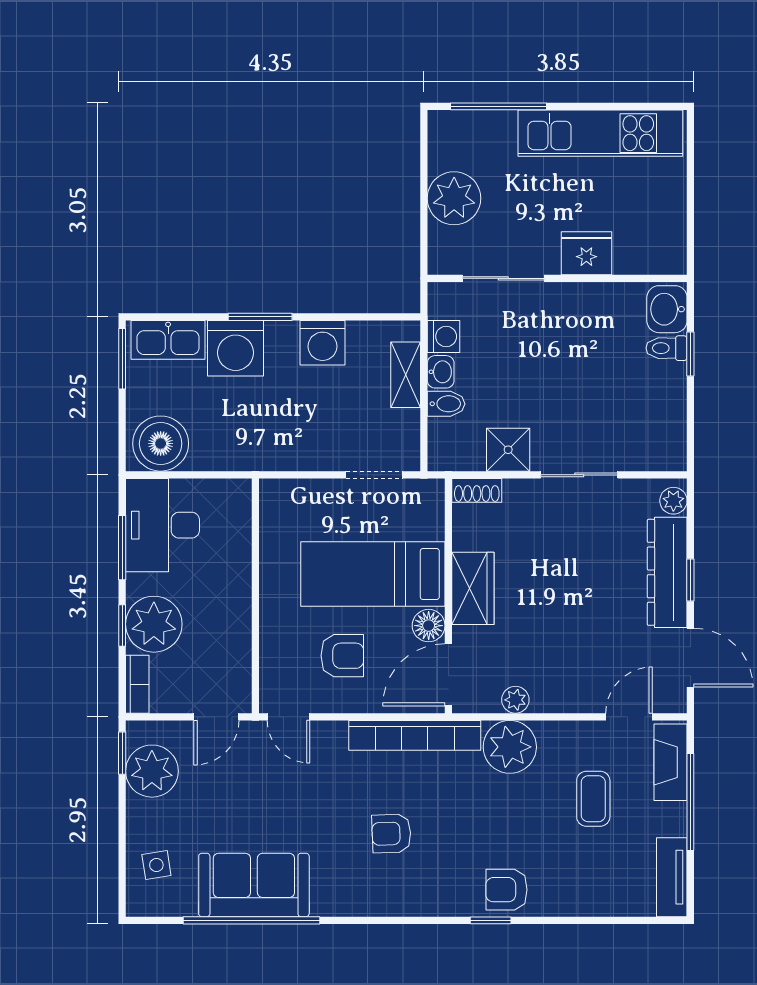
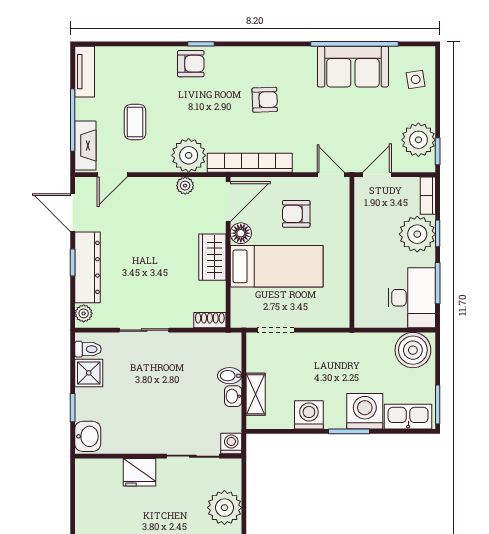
washing machine: (444, 336) -> (231, 444), moved, turned 90
toilet: (667, 348) -> (88, 349), moved
shower: (508, 450) -> (89, 373), moved

